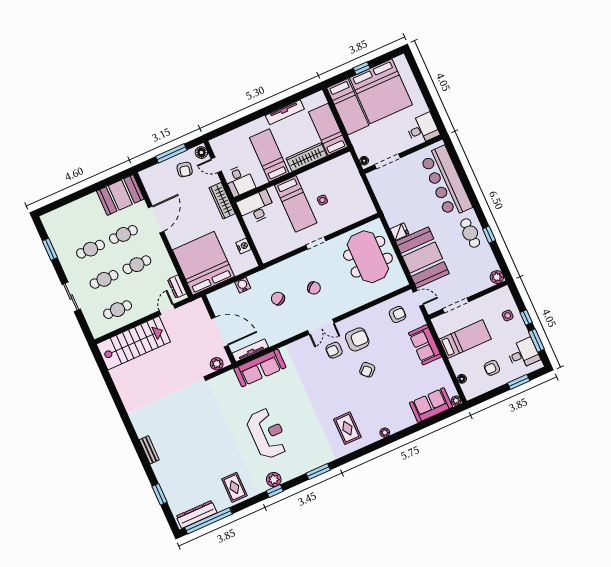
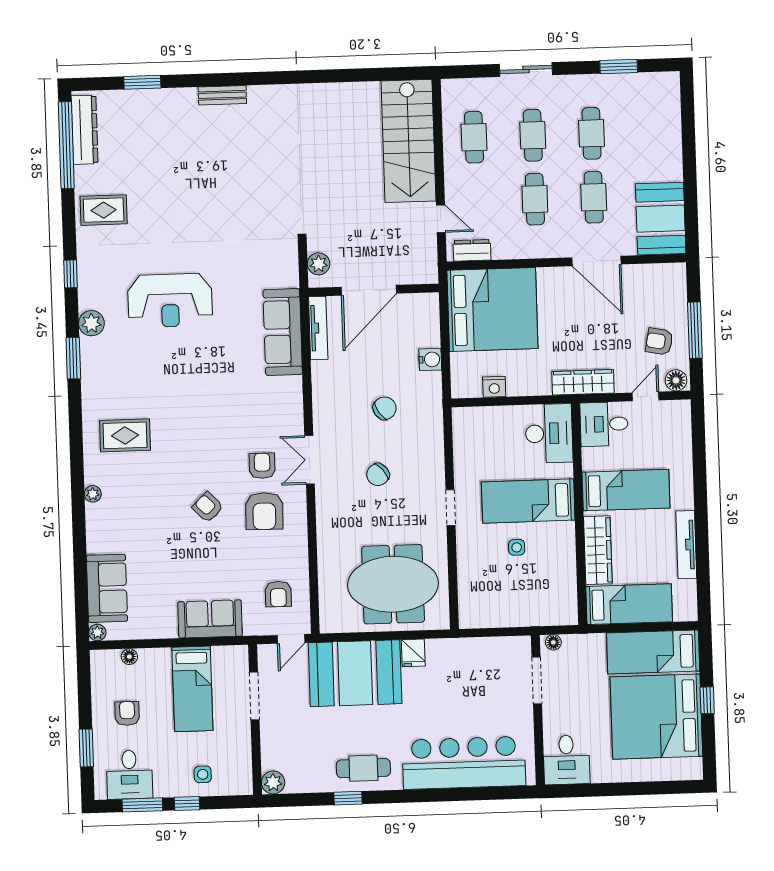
plant: (274, 480) -> (91, 323), moved

